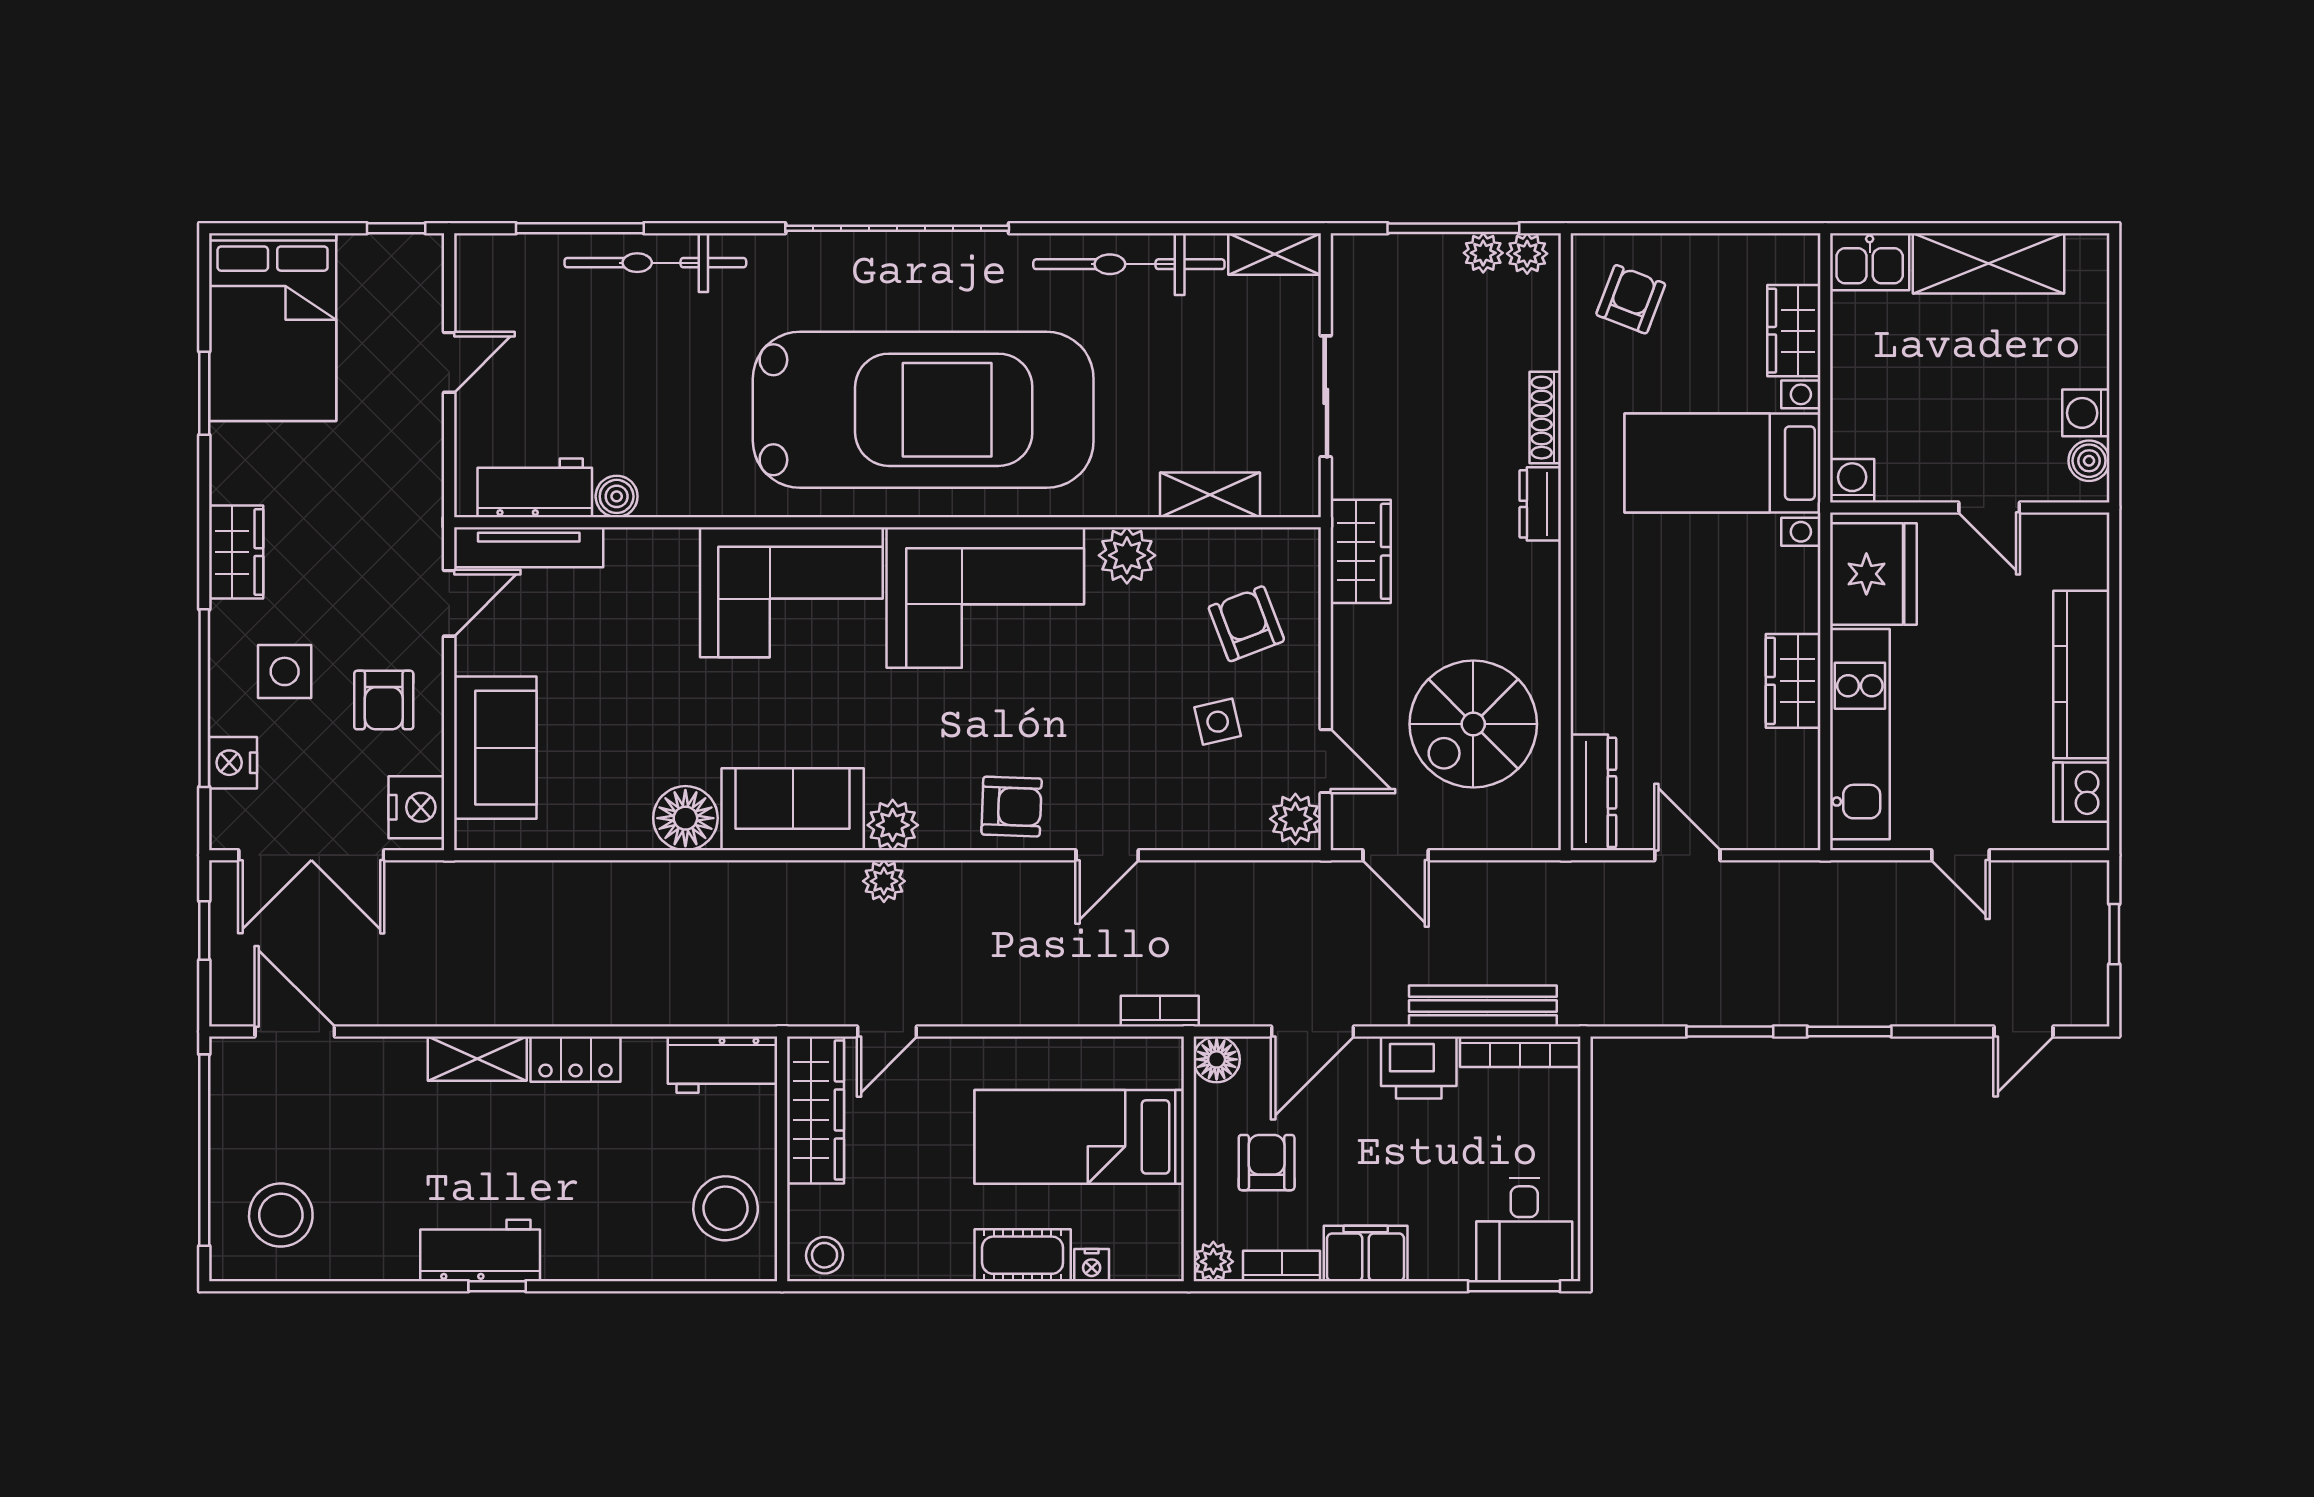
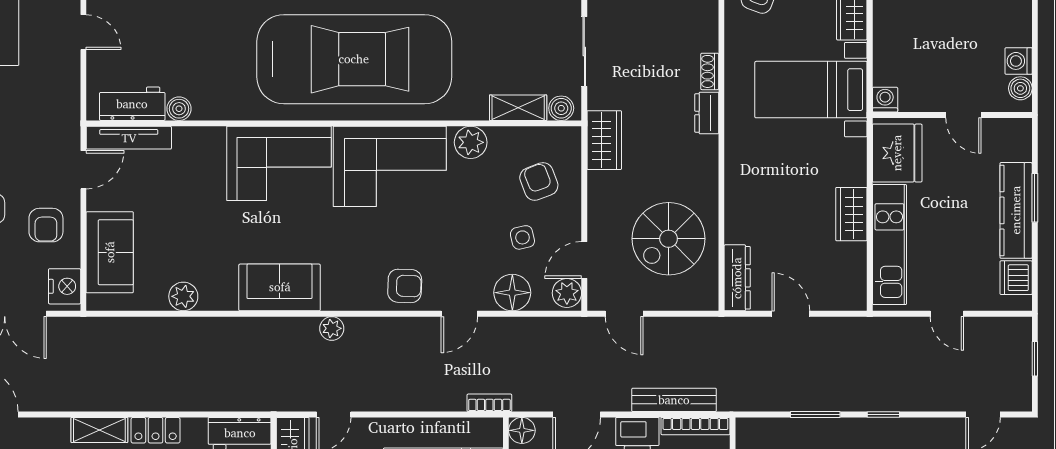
door: (449, 362) -> (83, 32), hinge flipped
shoe rack: (1545, 418) -> (710, 71), width x0.70
boiler: (1286, 496) -> (561, 108), added
window: (2114, 652) -> (1035, 198), added
door: (1326, 761) -> (584, 260), swing flipped
floor lamp: (685, 818) -> (512, 293), moved
plant: (893, 825) -> (183, 296), moved
window: (1849, 1032) -> (883, 414), width x0.67

